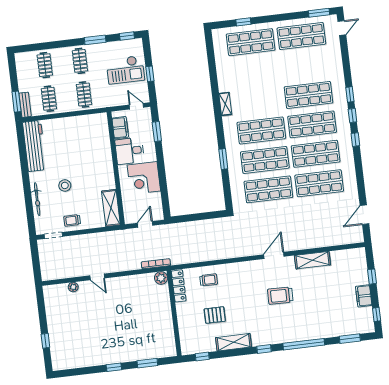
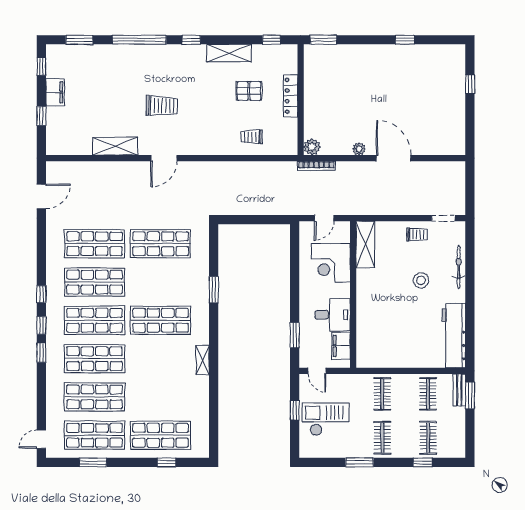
window: (319, 13) -> (93, 462), moved
window: (127, 36) -> (423, 462), moved
shop shelf: (265, 160) -> (95, 397), moved
corner desk: (144, 178) -> (331, 263), moved, turned 180
door: (97, 277) -> (394, 158), width x1.87
locker: (179, 286) -> (291, 96), moved
plant: (73, 287) -> (359, 149), moved
window: (147, 363) -> (323, 40), moved
window: (114, 367) -> (405, 40), moved

